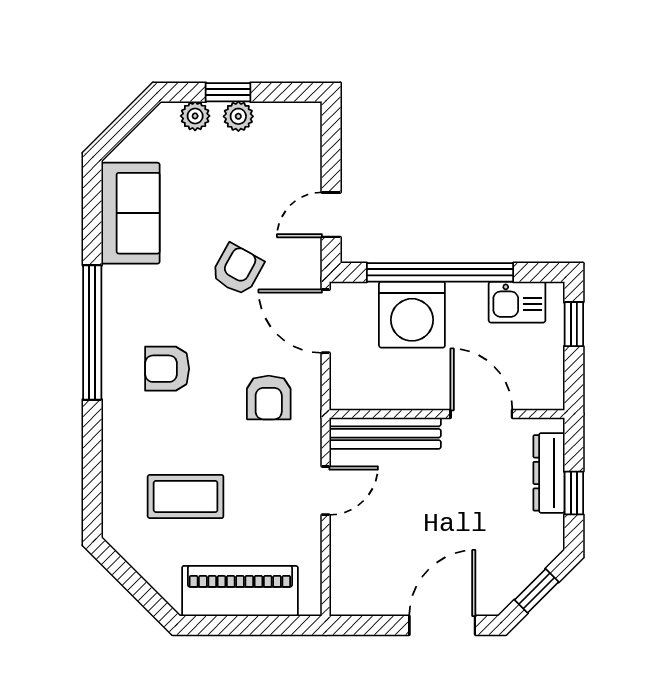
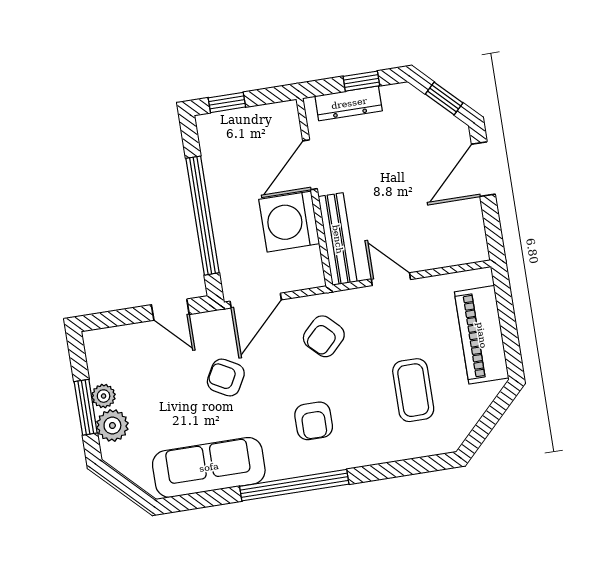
window: (228, 92) -> (86, 407), width x1.50
plant: (195, 116) -> (112, 425), width x1.38, depth x1.38
sofa: (131, 213) -> (209, 467), width x1.36
kitchen sink: (517, 302) -> (216, 150), removed
washing machine: (412, 315) -> (289, 222), moved, turned 180
armchair: (269, 397) -> (324, 336), turned 135
door: (442, 625) -> (483, 169), hinge flipped

